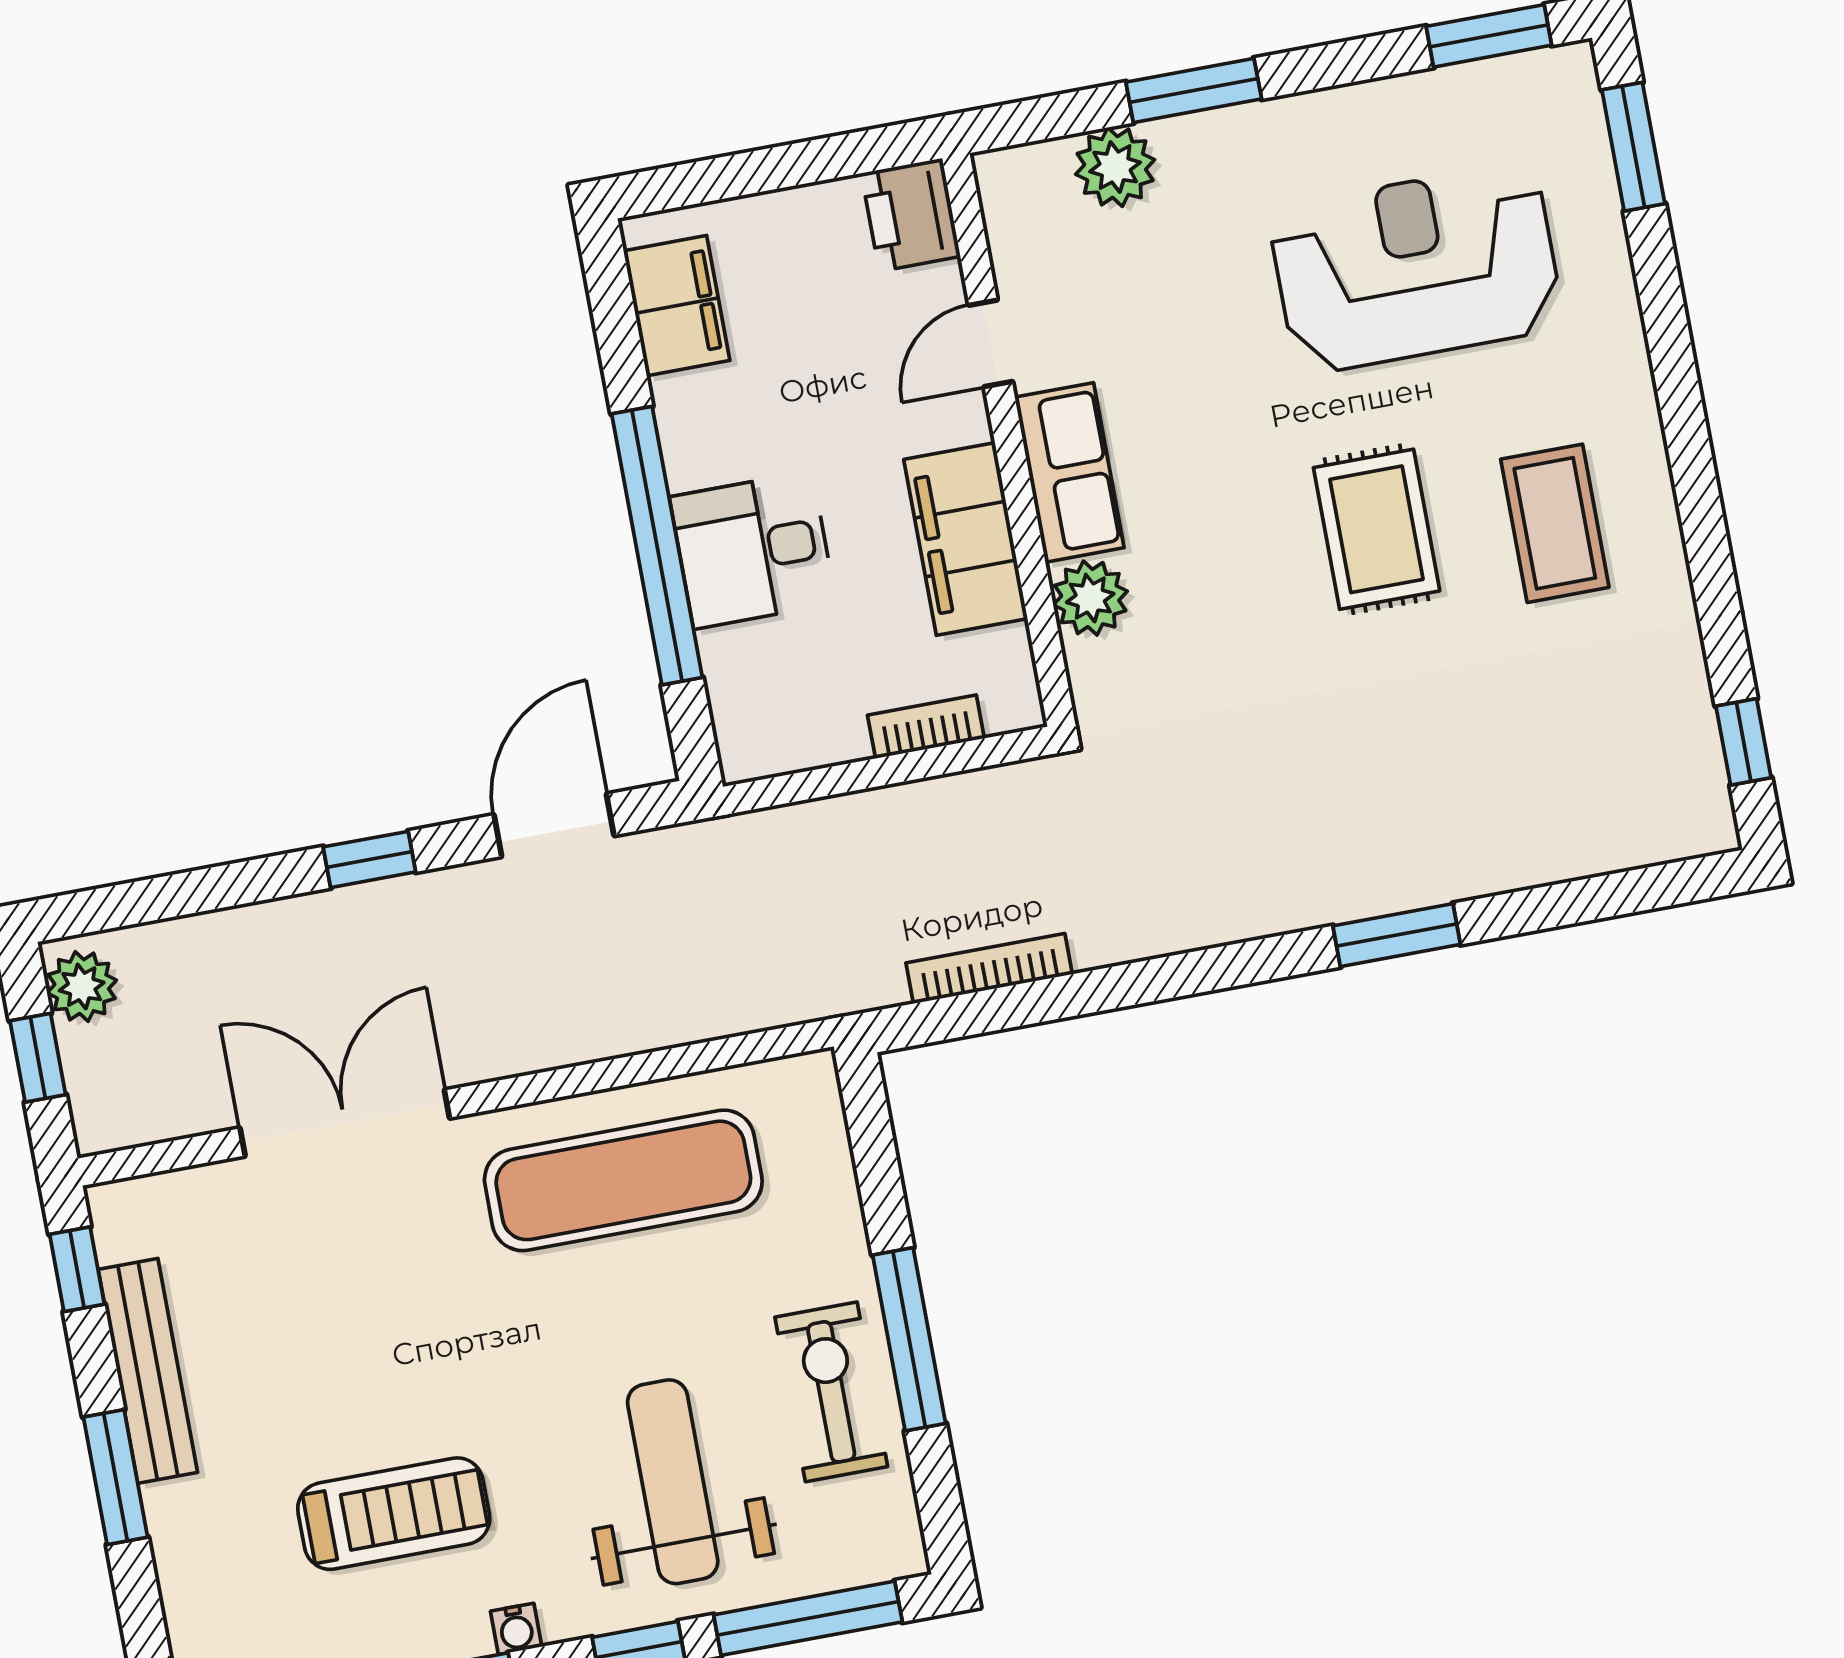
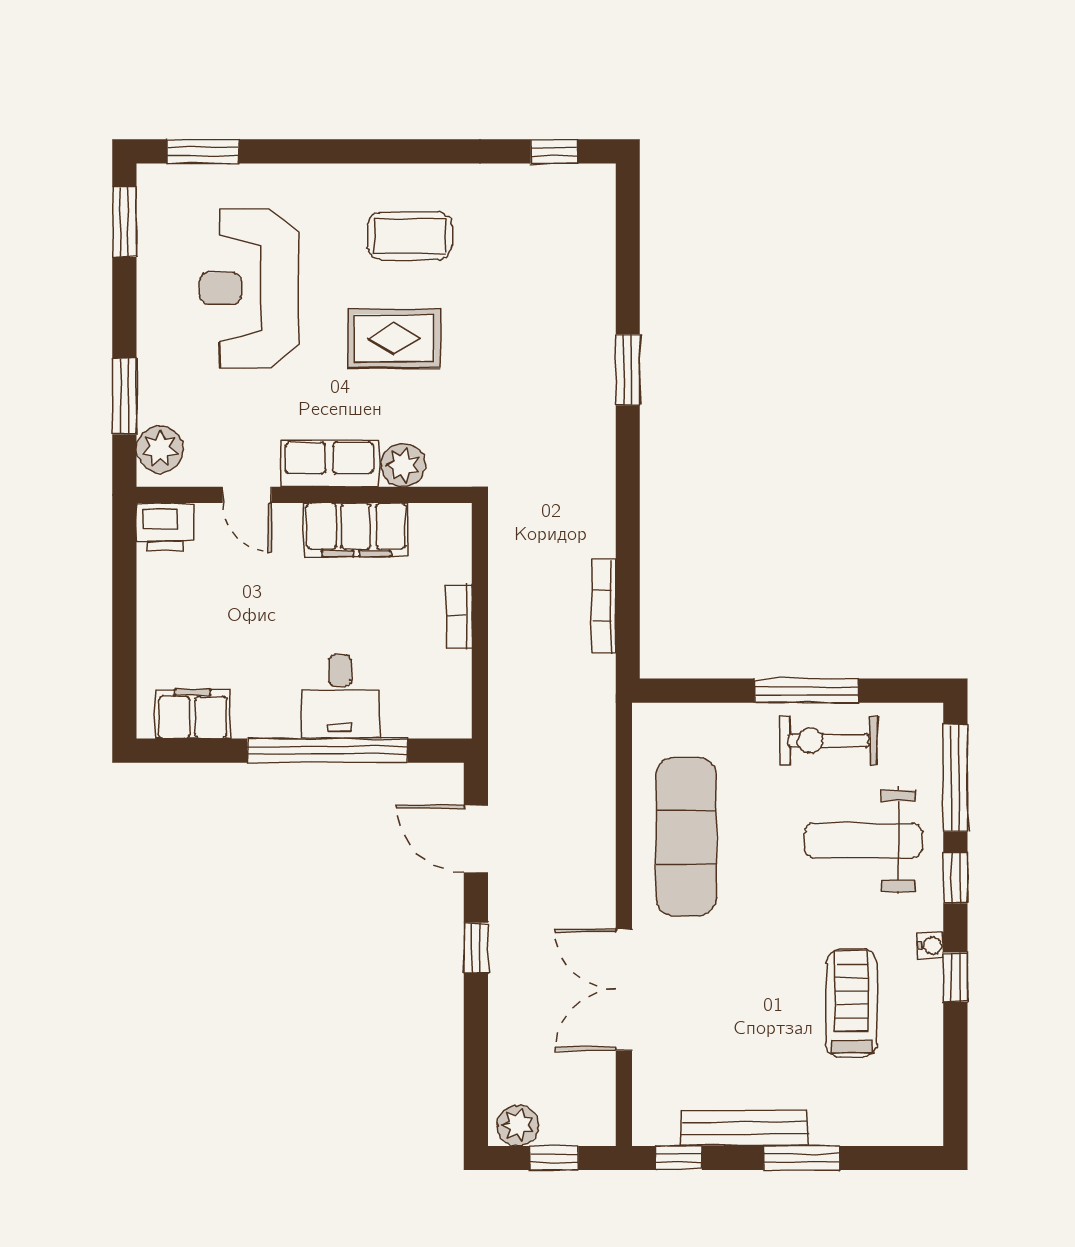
printer: (911, 215) -> (165, 527), moved
door: (991, 343) -> (247, 495), moved
wall: (1009, 440) -> (304, 495), moved
row of seats: (1069, 472) -> (329, 464), moved
filing cabinet: (966, 539) -> (356, 530), moved
plant: (1090, 598) -> (403, 465), moved

